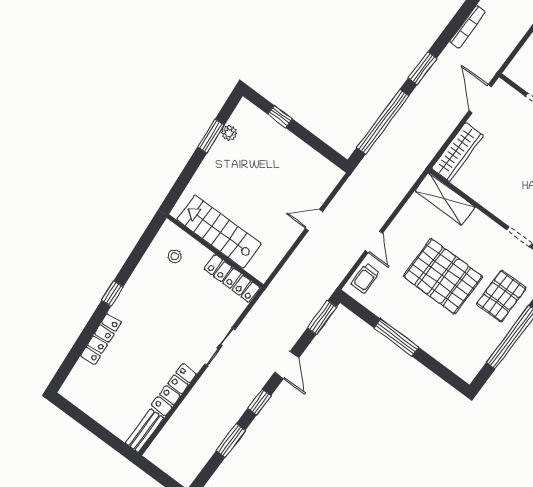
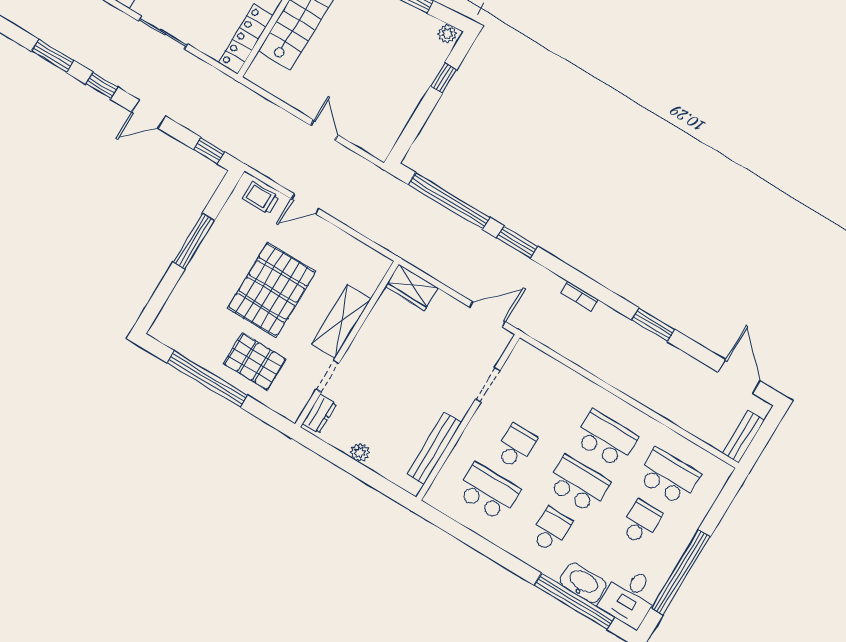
bookcase: (467, 27) -> (580, 296), width x0.64
plant: (229, 133) -> (447, 34), moved
wardrobe: (457, 152) -> (412, 287), width x0.67
shelving: (445, 199) -> (341, 321), moved
window: (322, 318) -> (209, 151), width x0.67

